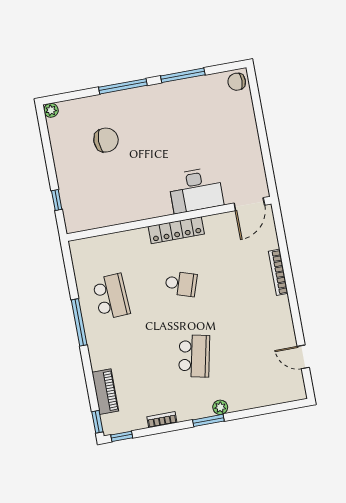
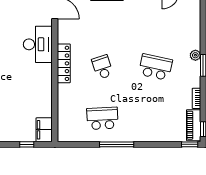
filing cabinet: (81, 220) -> (44, 130), added
school desk: (181, 284) -> (102, 67), turned -36
piano: (105, 392) -> (194, 125), moved, turned -90

